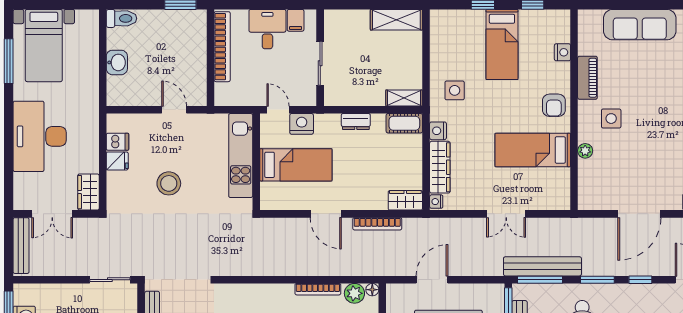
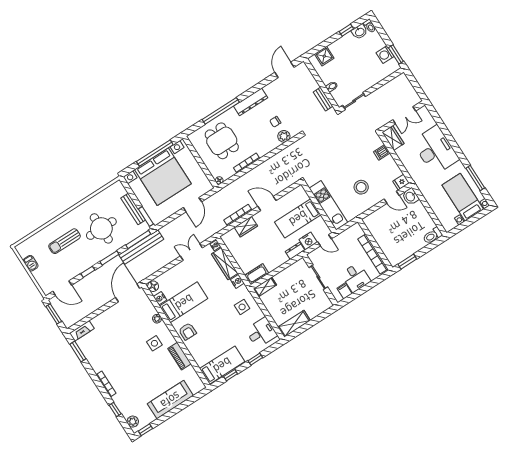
desk: (451, 37) -> (261, 333), added
bed: (502, 44) -> (222, 365), moved, turned 90
nightstand: (562, 52) -> (160, 298), moved
washbasin: (117, 62) -> (410, 196), moved
armchair: (554, 105) -> (187, 331), turned 180
door: (174, 110) -> (392, 197), moved
dresser: (356, 121) -> (295, 251), moved
dishwasher: (117, 142) -> (382, 152), moved
fridge: (117, 161) -> (401, 182), moved
stool: (169, 183) -> (361, 187), moved
wardrobe: (405, 200) -> (246, 227), moved
floor lamp: (561, 200) -> (153, 286), added
double door: (52, 214) -> (404, 115), swing flipped
double door: (506, 214) -> (191, 252), moved
door: (639, 214) -> (128, 293), moved
bench: (21, 246) -> (410, 89), removed
plant: (354, 293) -> (284, 136), moved

